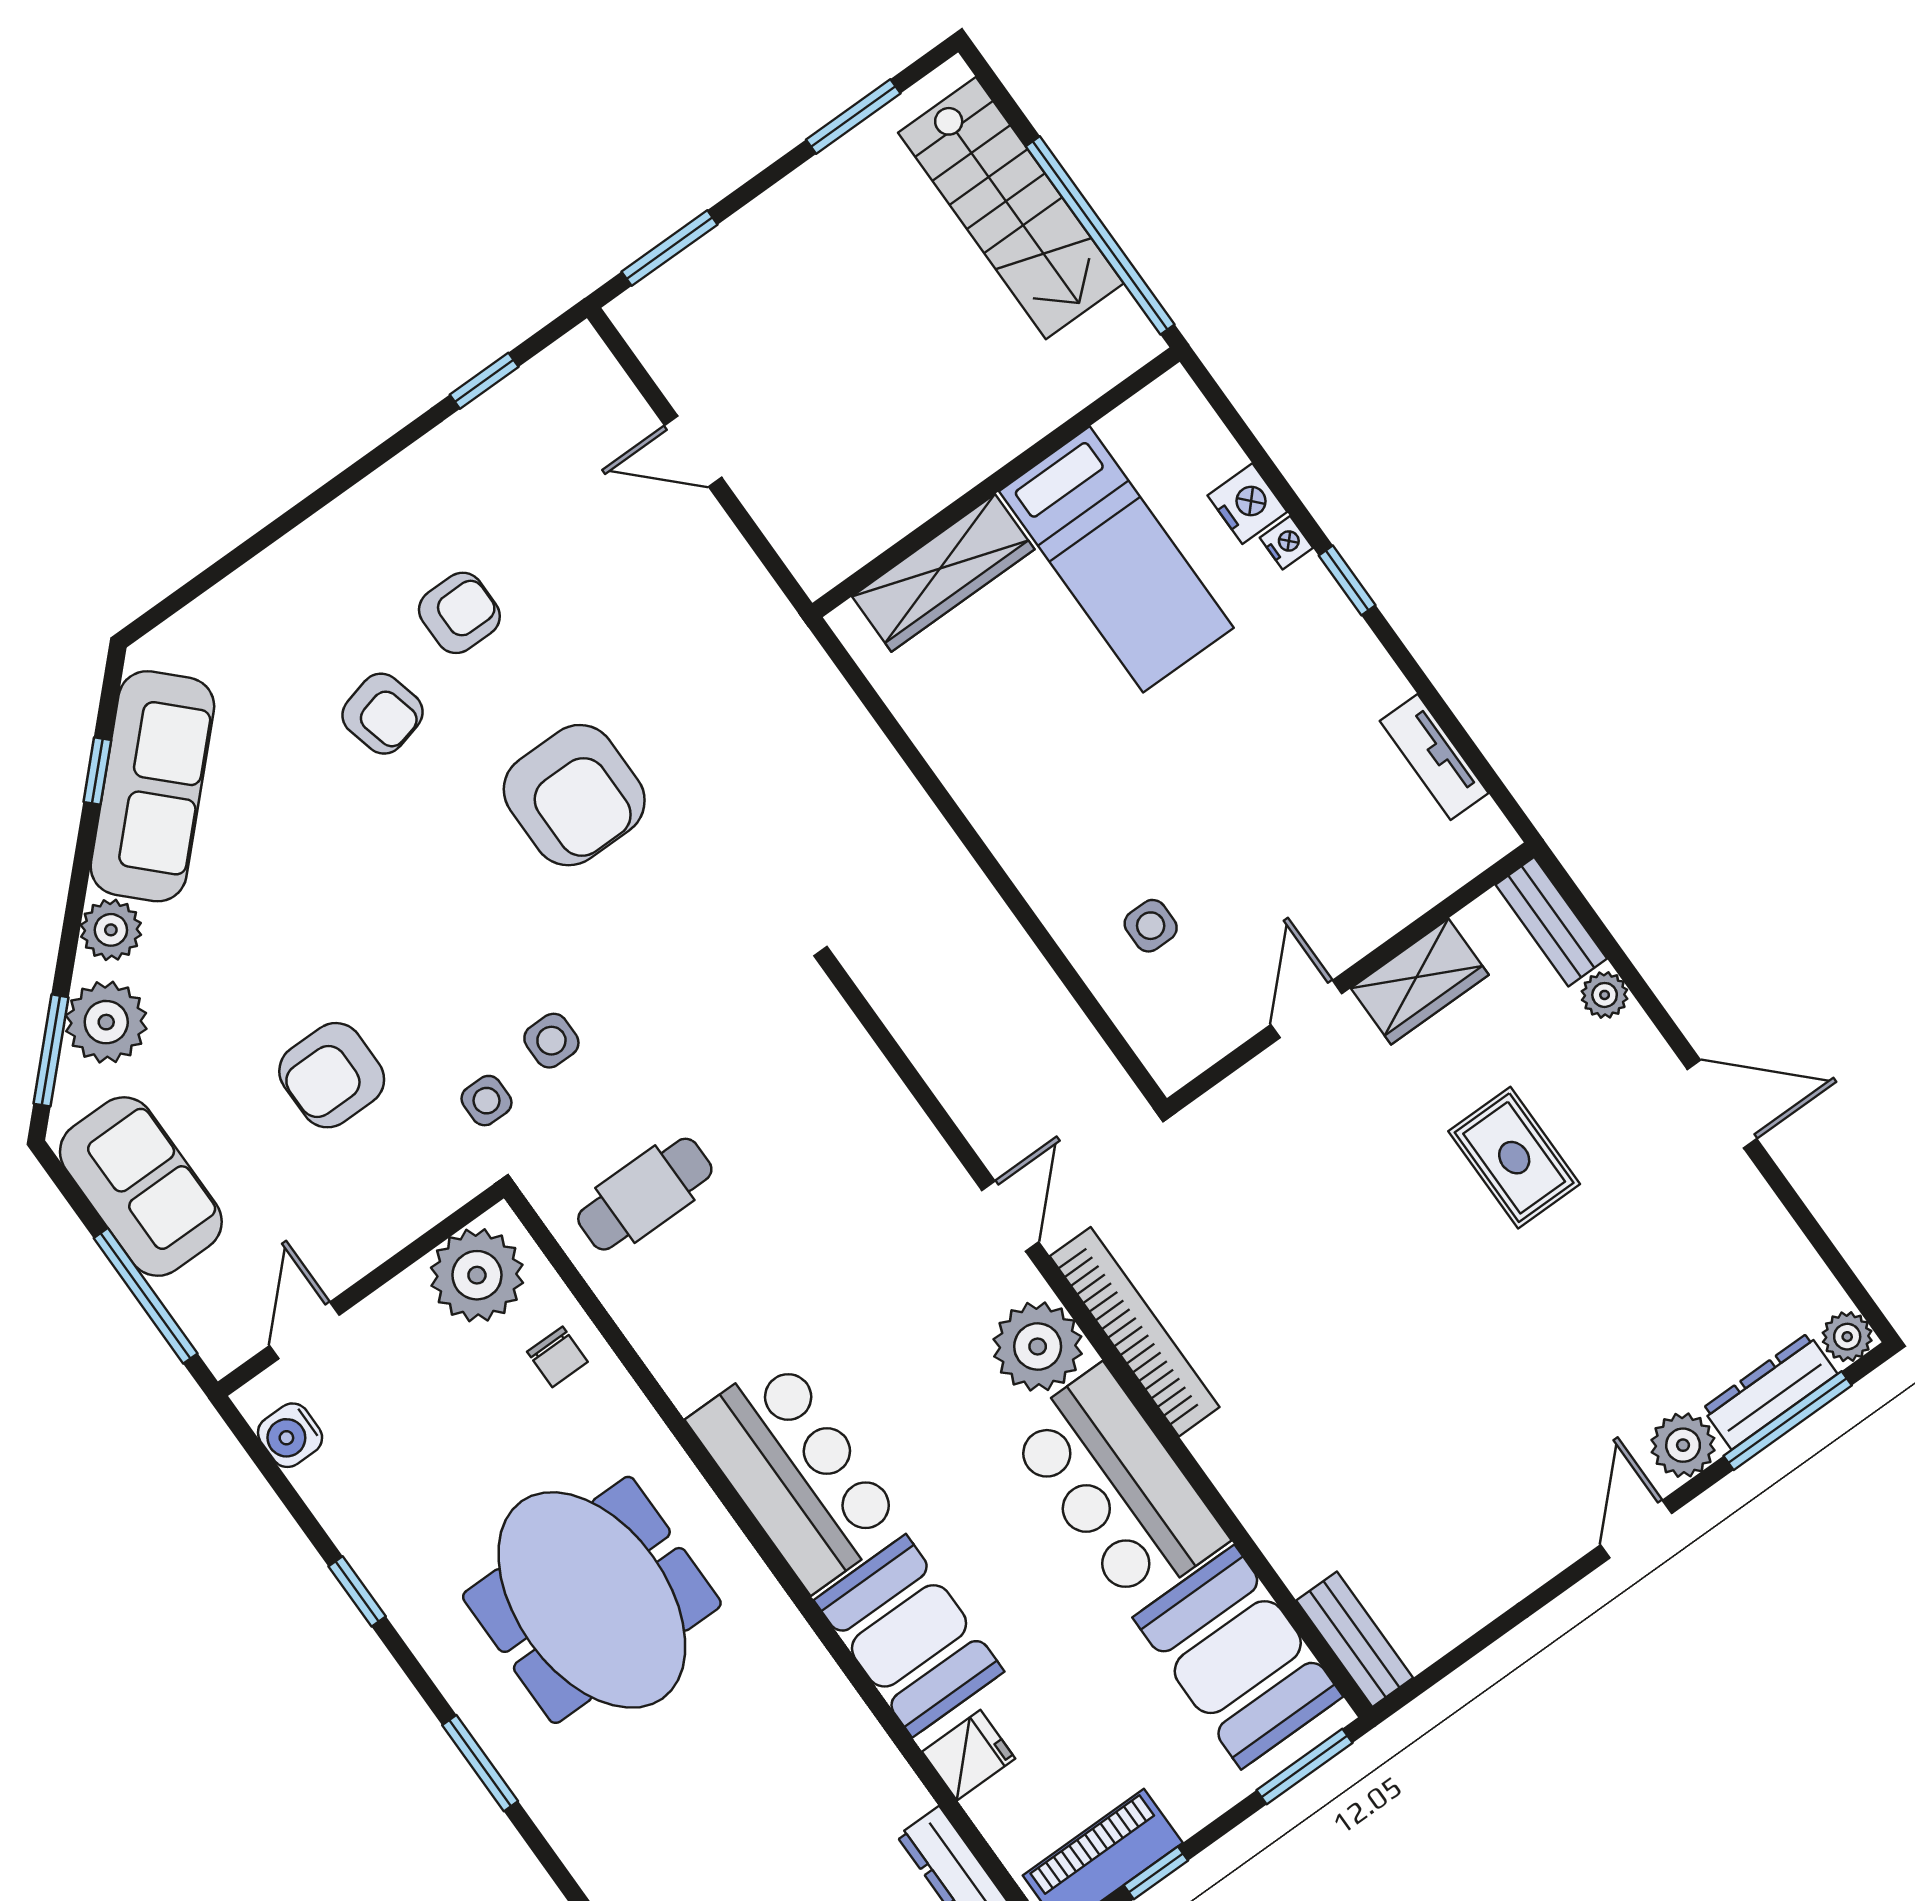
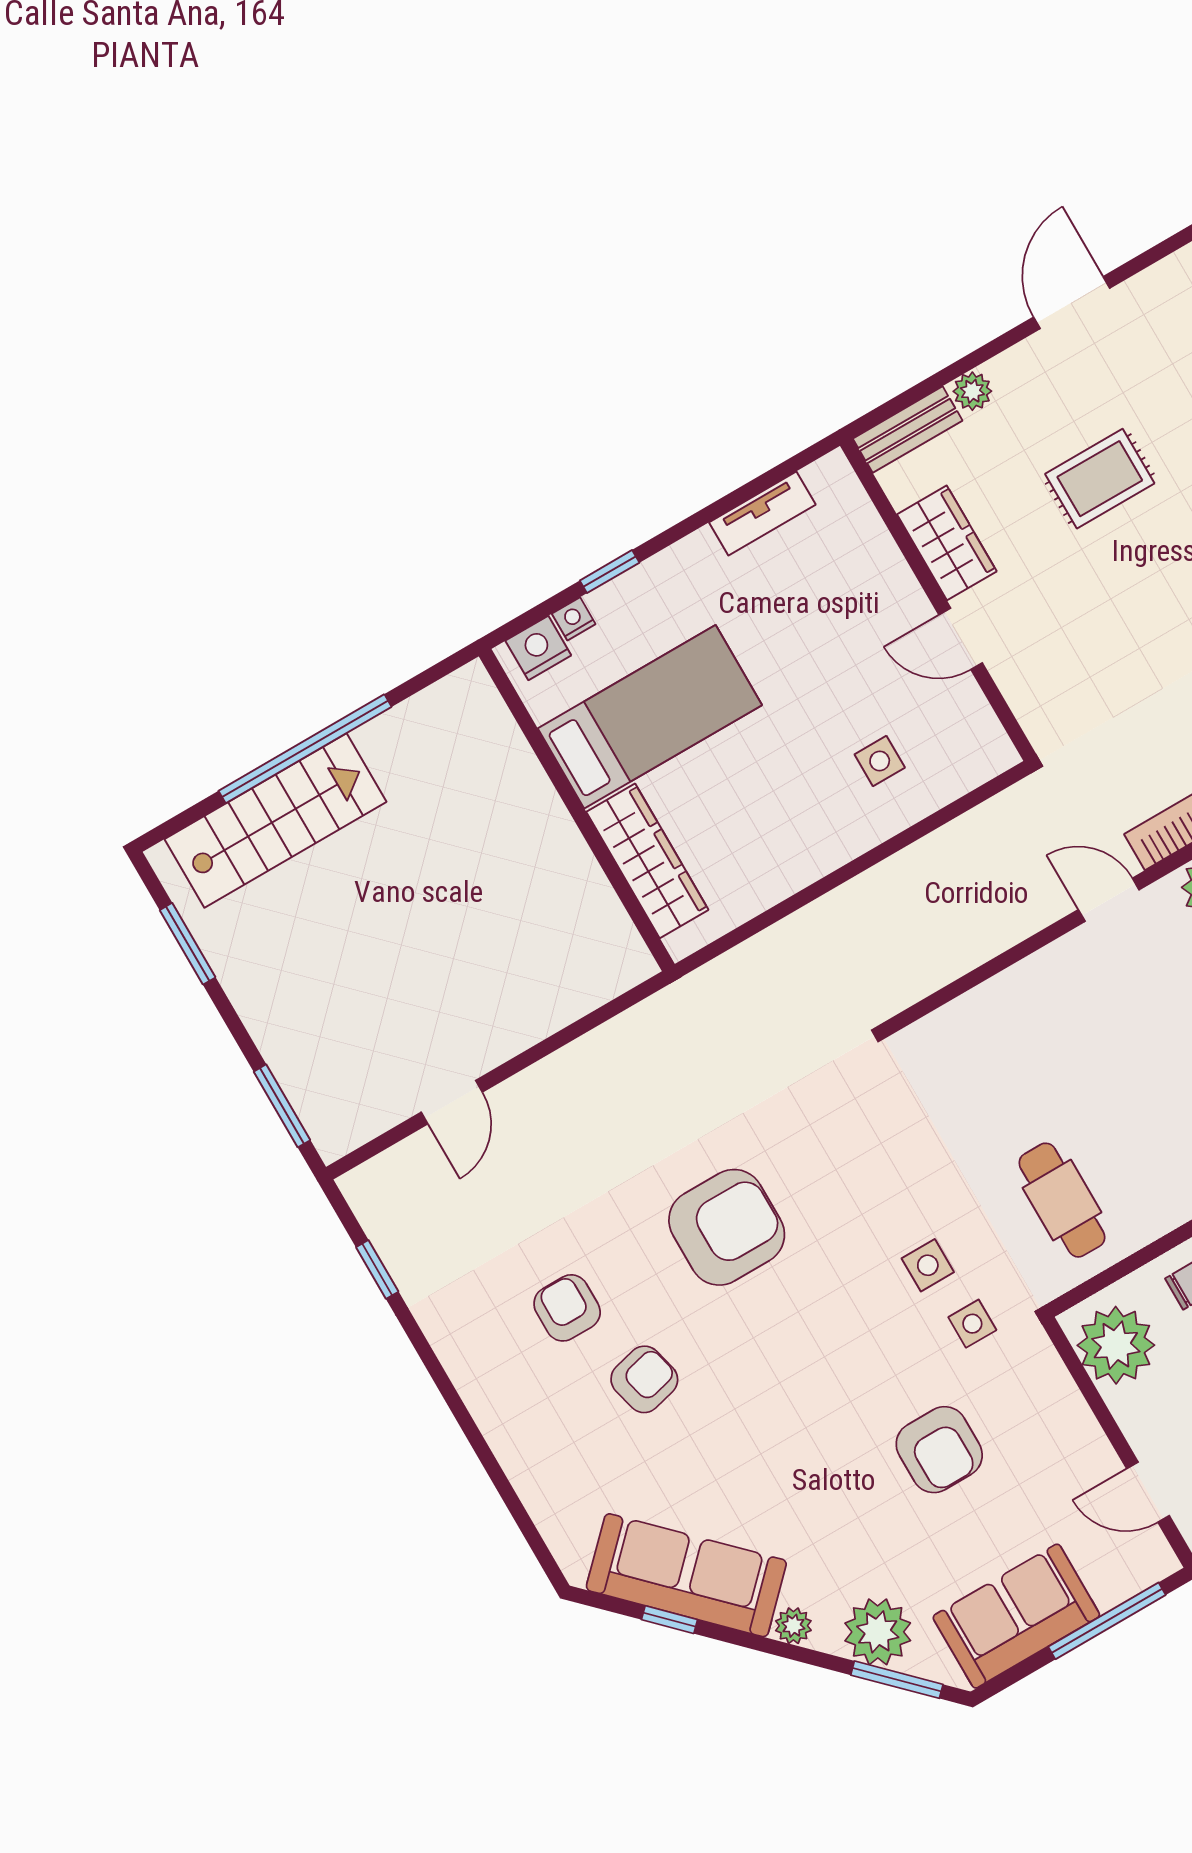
wall: (996, 482) -> (577, 810), moved
bed: (1116, 559) -> (650, 717), moved
wardrobe: (943, 573) -> (647, 861), moved
plant: (111, 930) -> (793, 1626), width x0.73, depth x0.73

